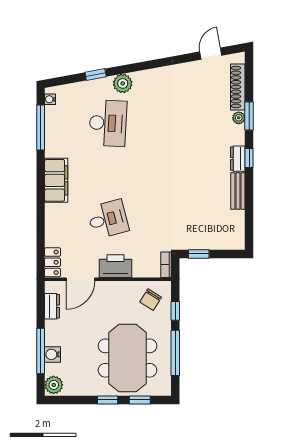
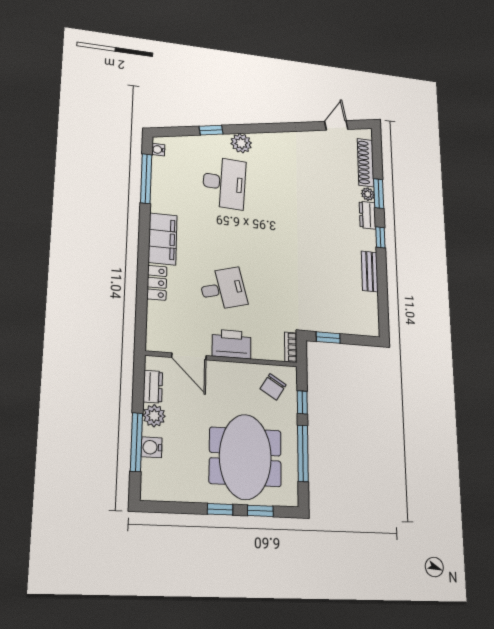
dresser: (238, 159) -> (367, 215), moved
locker: (53, 262) -> (157, 283), moved
door: (80, 279) -> (189, 356), hinge flipped
plant: (54, 385) -> (154, 416), moved

